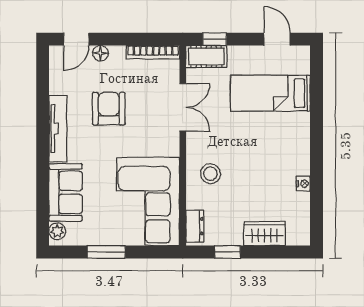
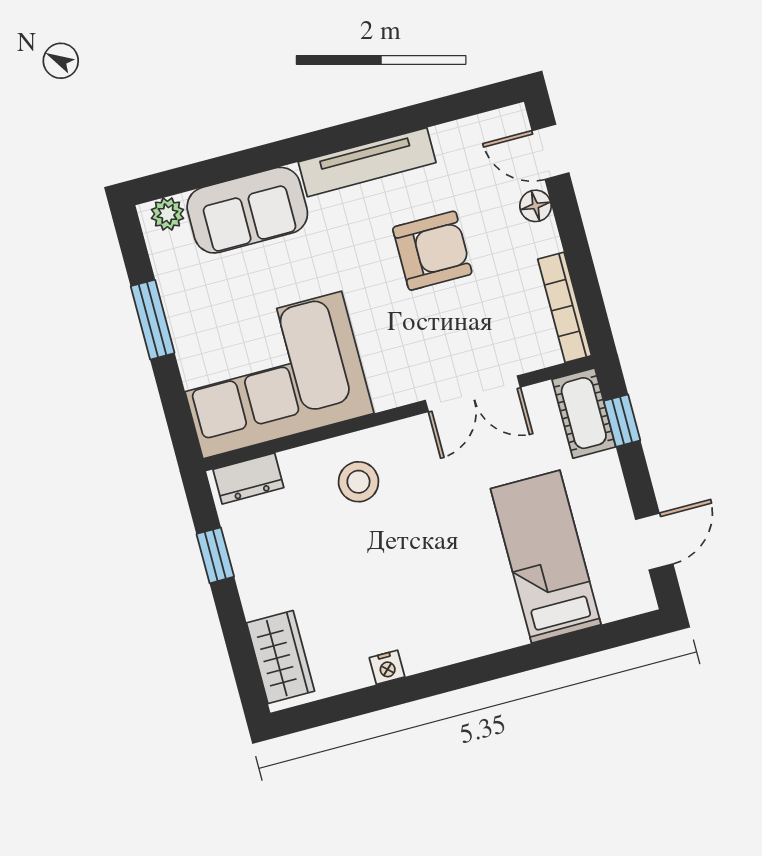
wardrobe: (264, 234) -> (281, 657), moved

